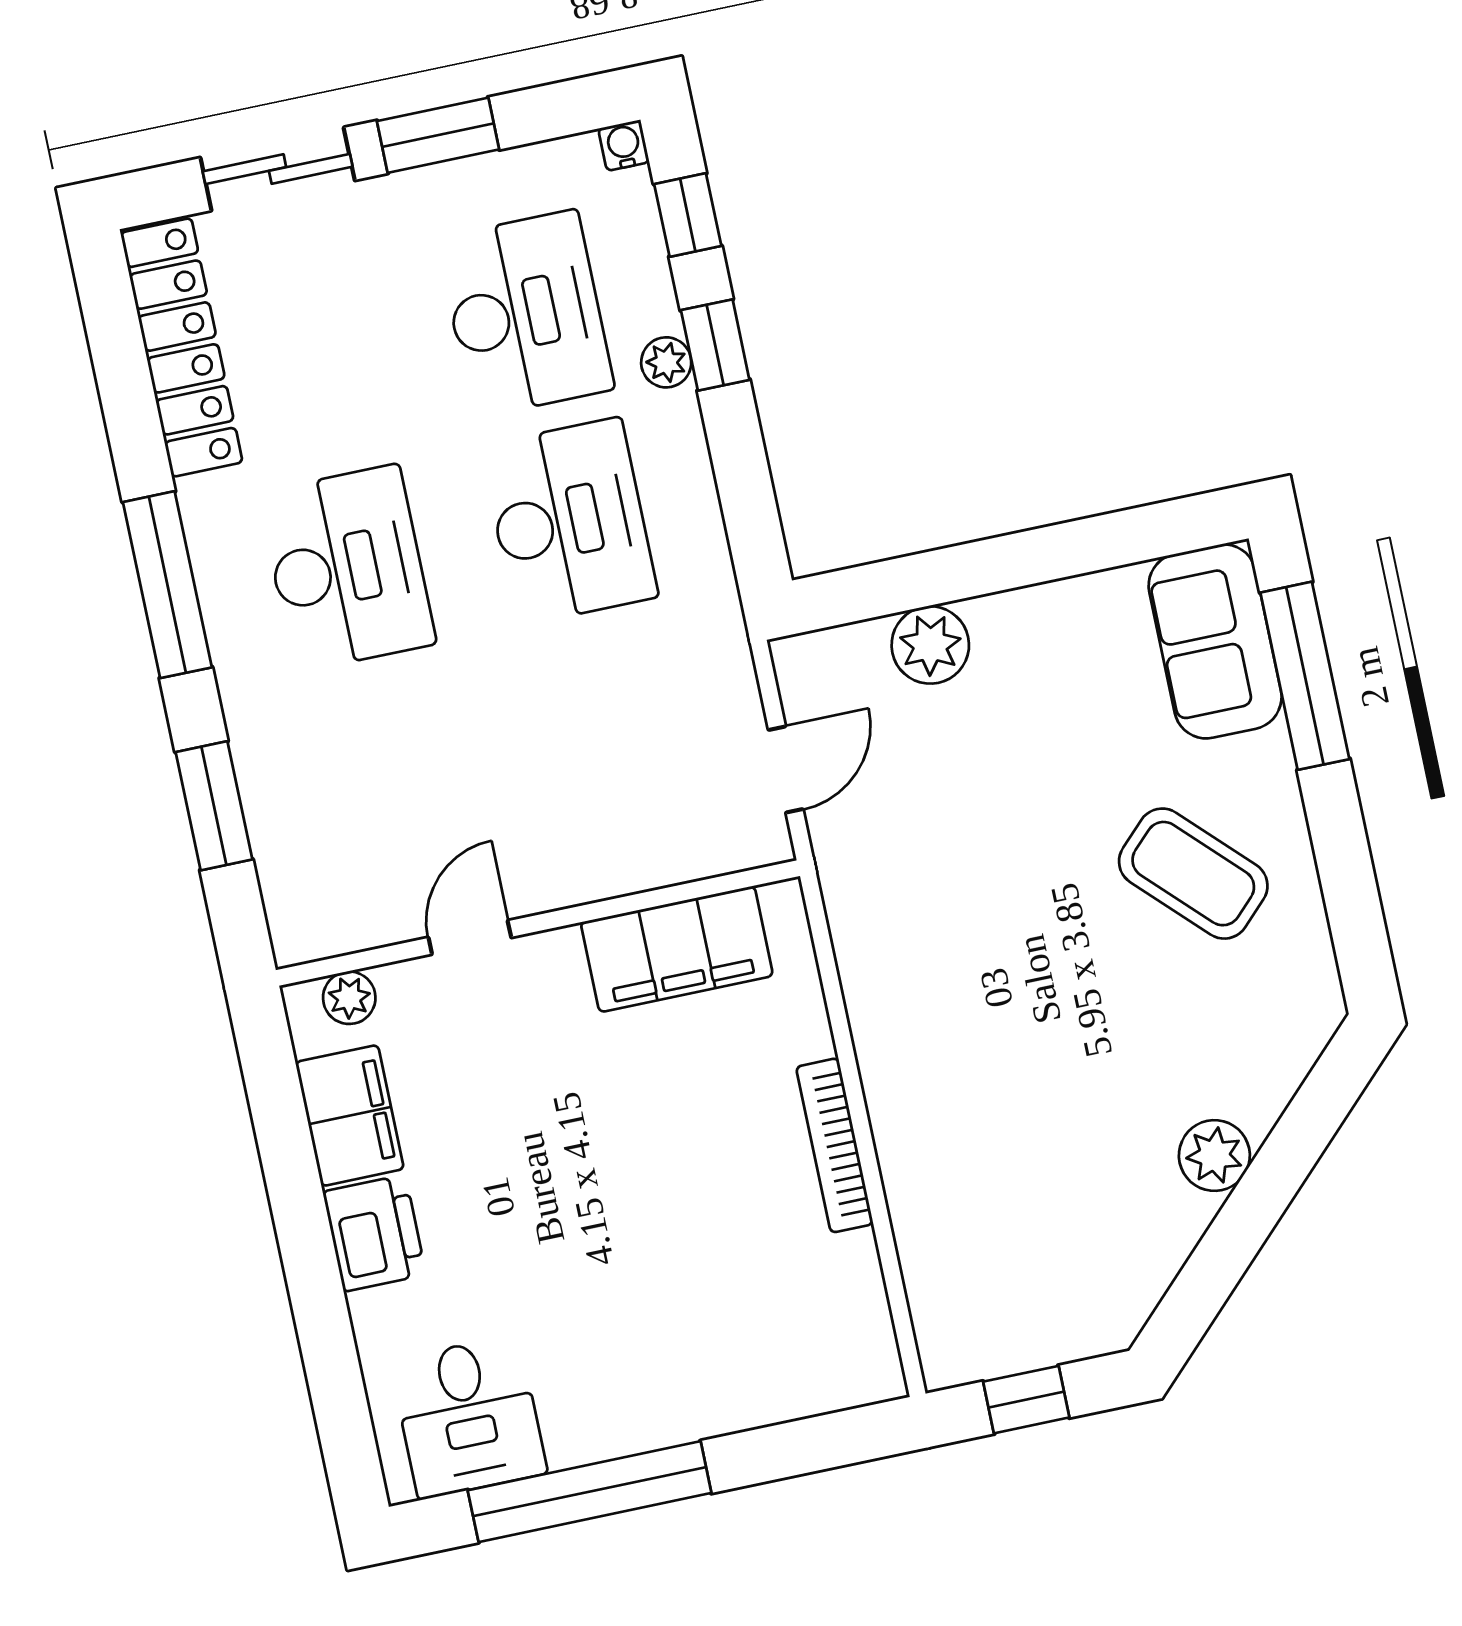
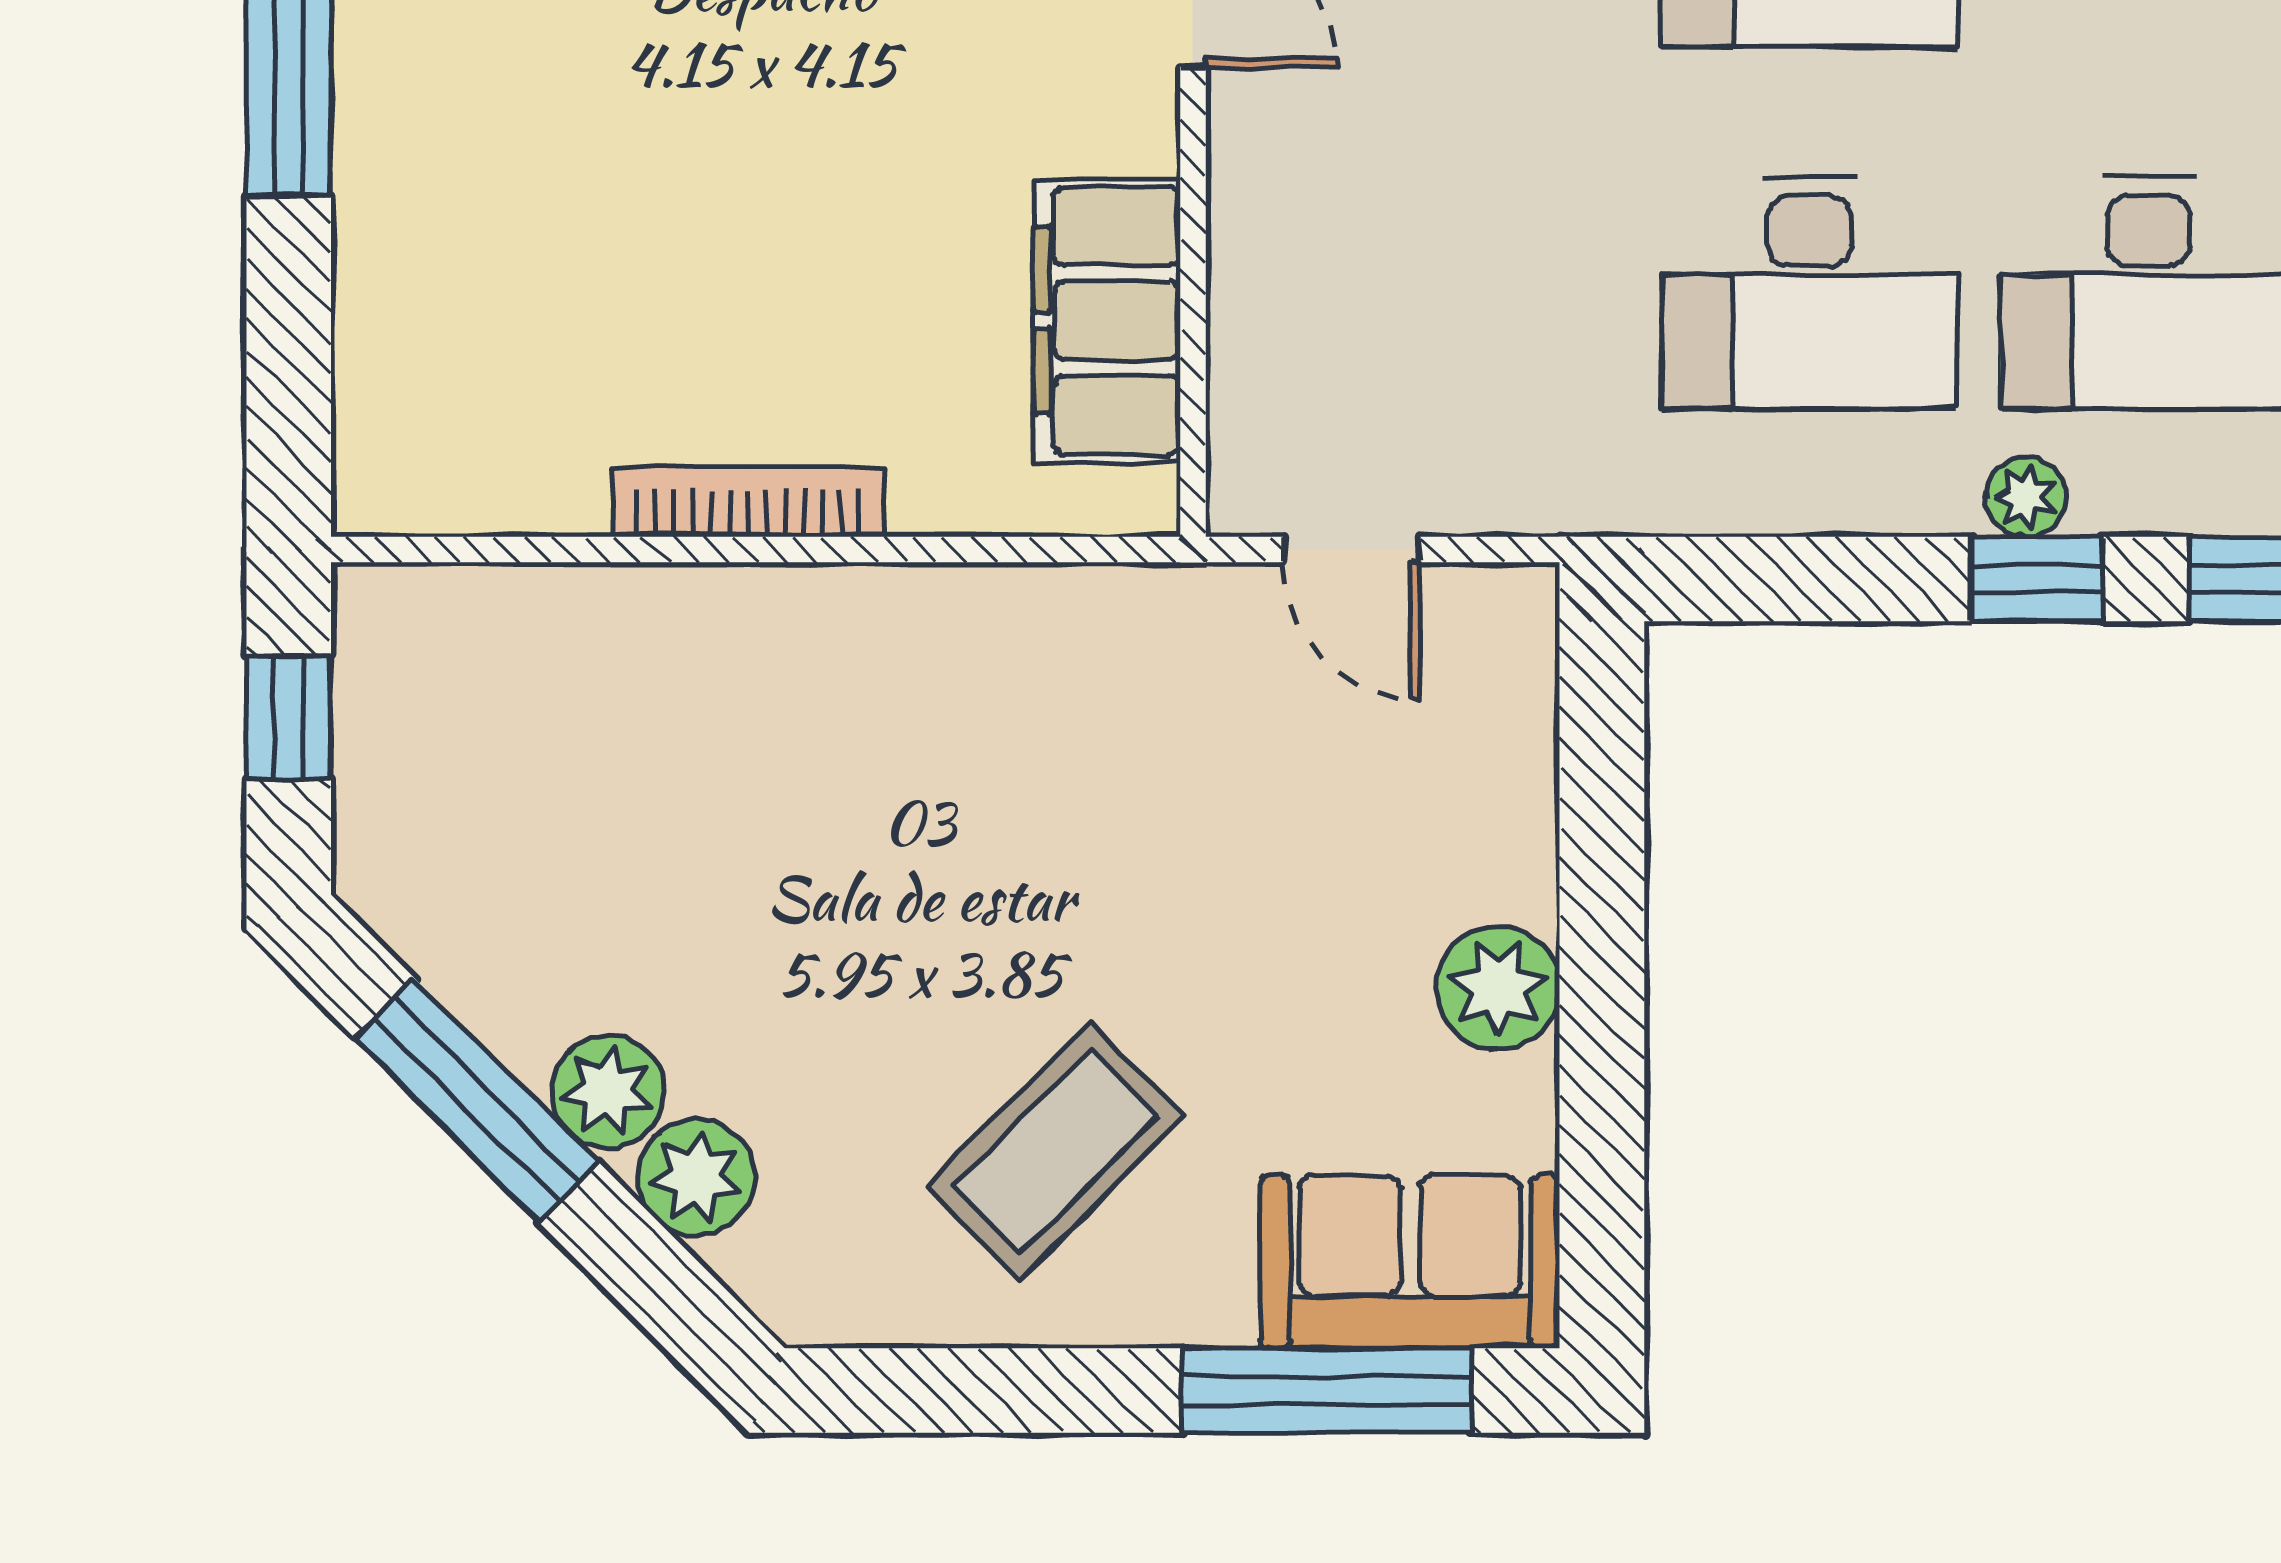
plant: (930, 645) -> (1498, 988), moved
plant: (1256, 1090) -> (697, 1178), added
window: (1236, 1235) -> (476, 1100), added

